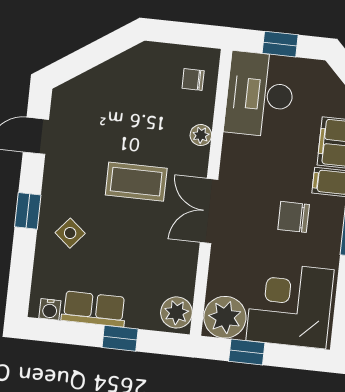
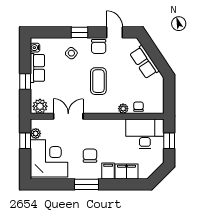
row of seats: (106, 79) -> (144, 62), added
chair: (193, 79) -> (138, 107), moved
chair: (62, 173) -> (99, 47), added
double door: (209, 211) -> (68, 116), moved
plant: (225, 317) -> (36, 133), width x0.53, depth x0.53

